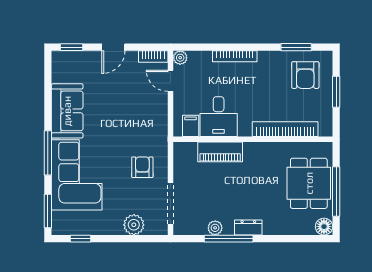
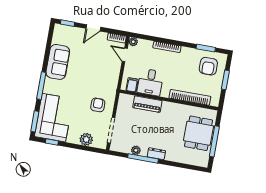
corner sofa: (77, 175) -> (54, 118), moved
floor lamp: (324, 227) -> (203, 162), removed

